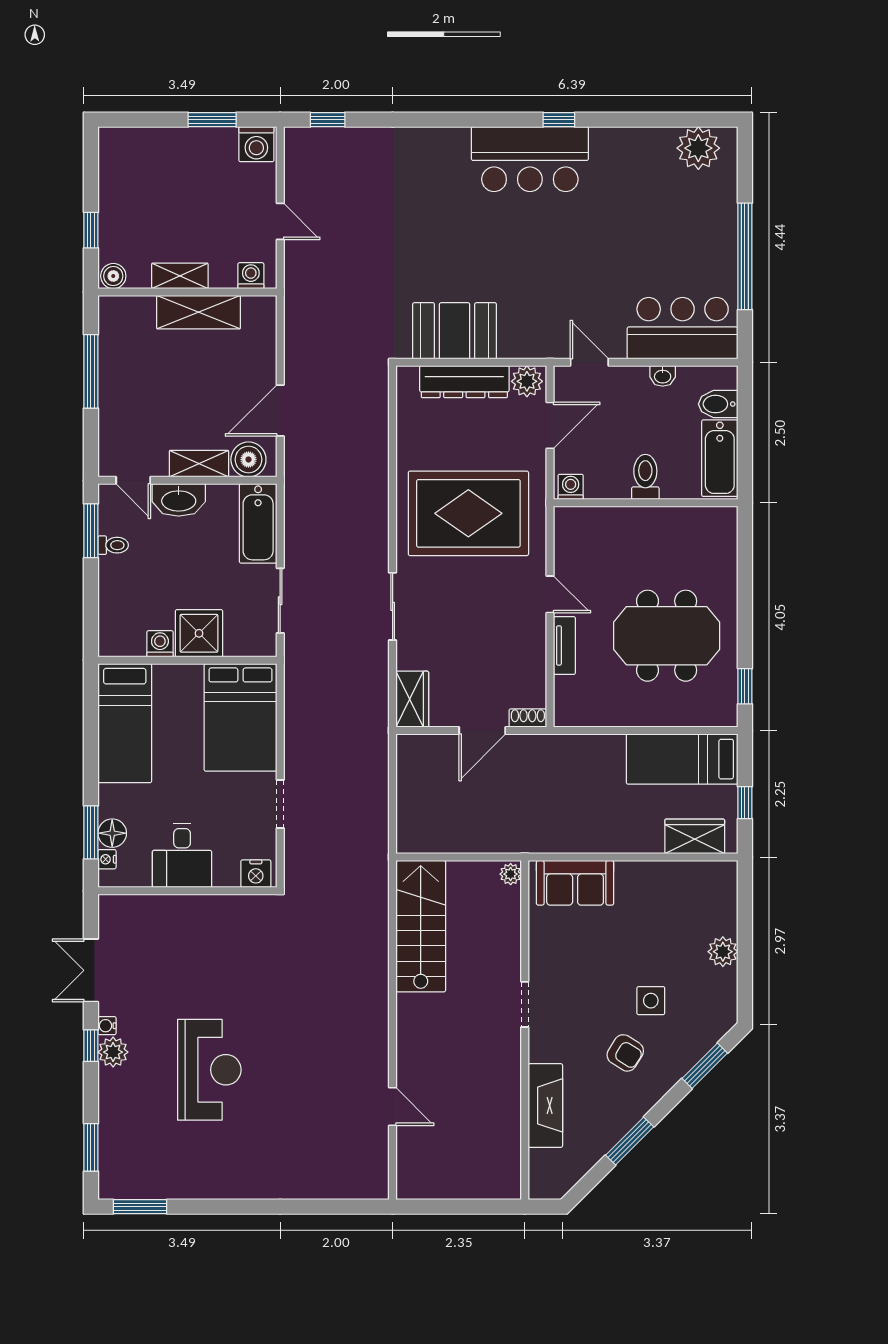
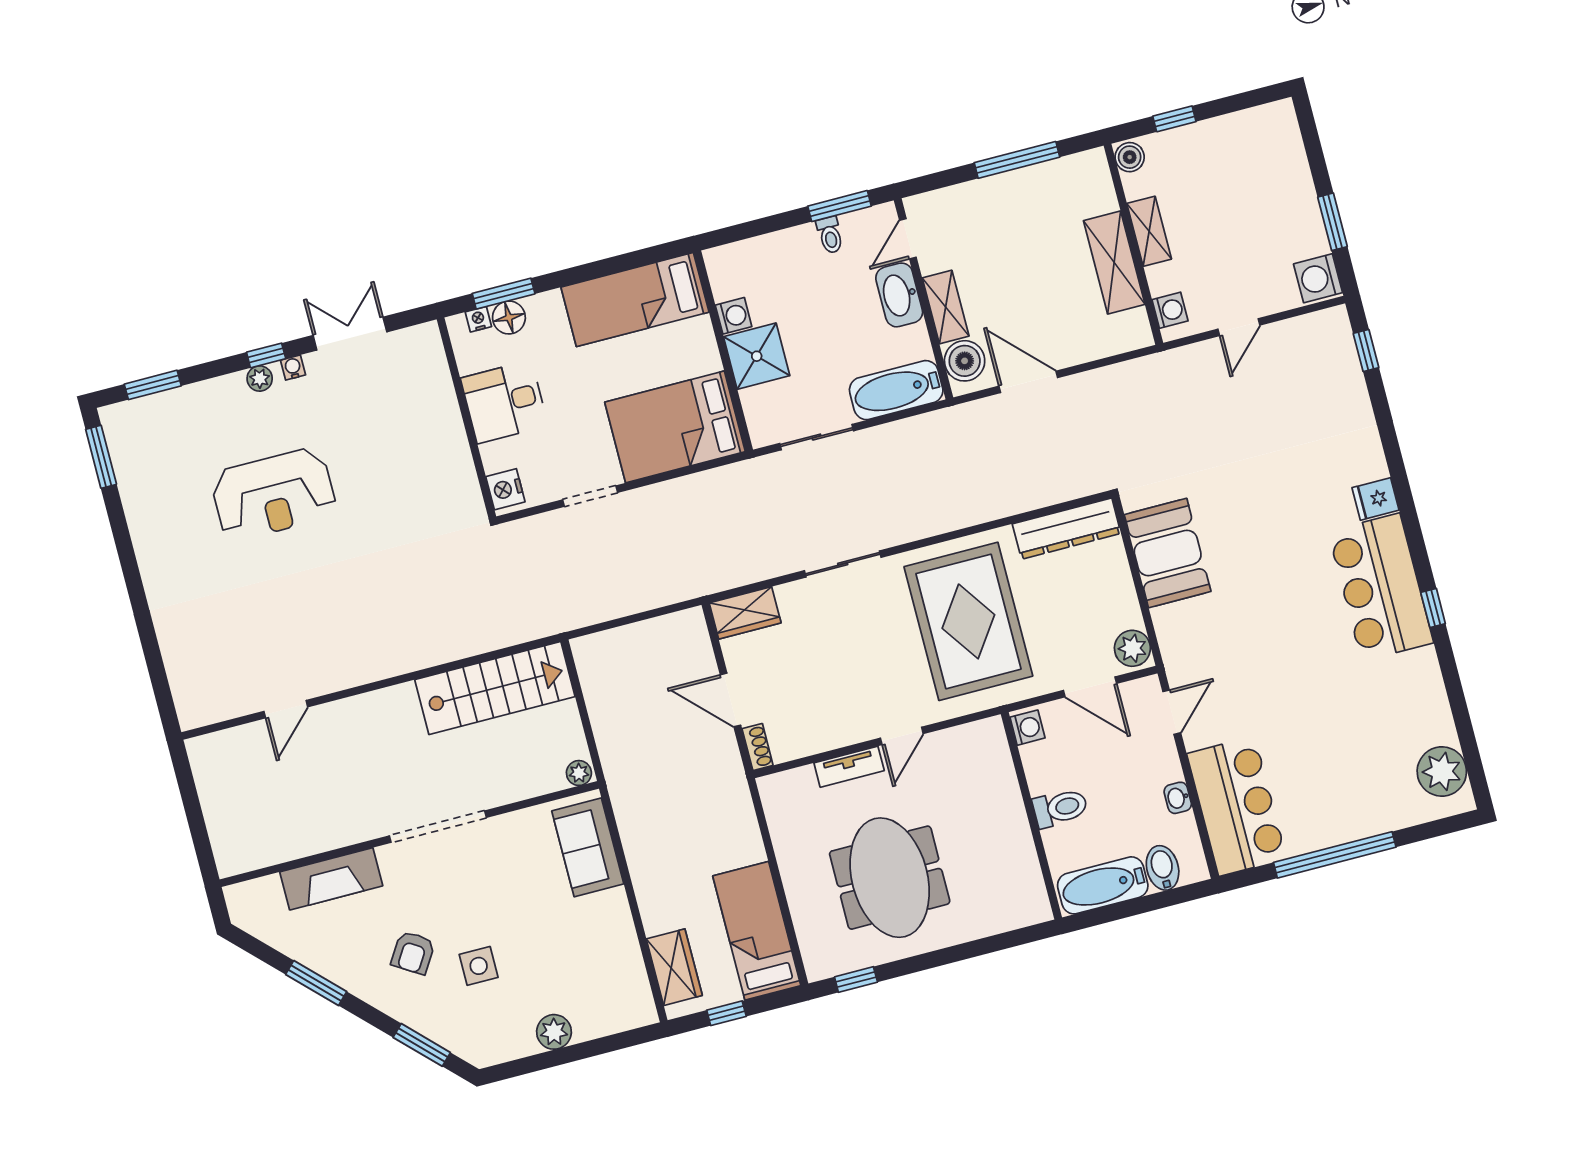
fridge: (455, 144) -> (1376, 499), added
dresser: (464, 382) -> (1067, 529), moved, turned -90
doorway: (525, 1004) -> (438, 827), width x1.87
plant: (113, 1052) -> (260, 379), width x0.73, depth x0.73

